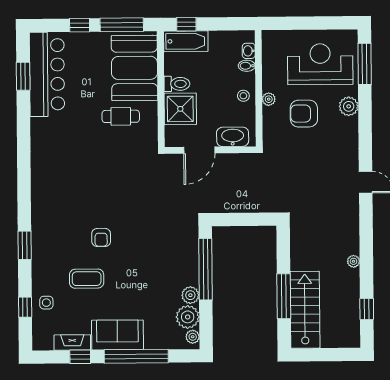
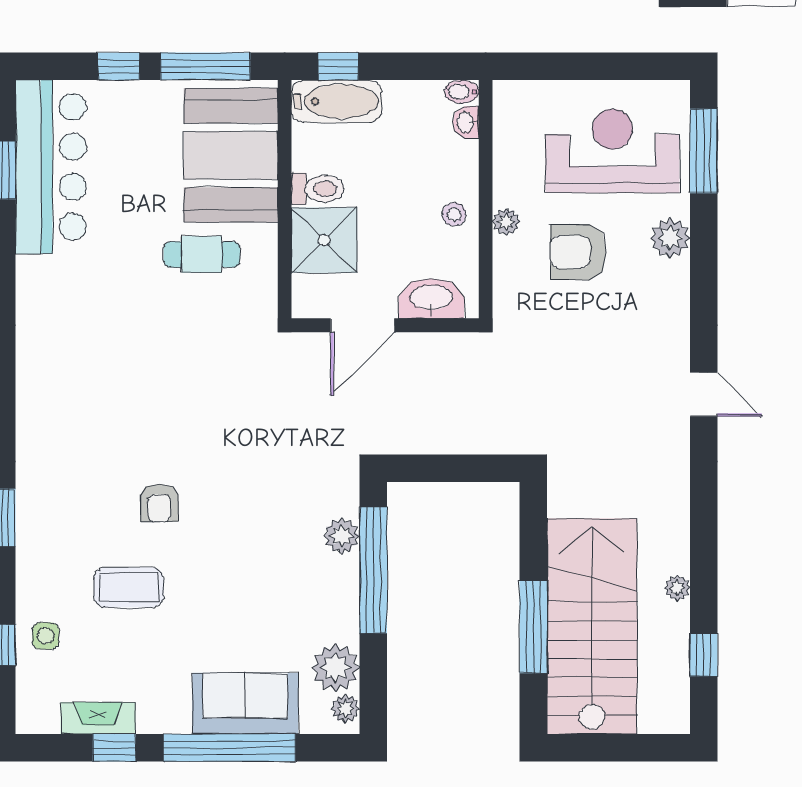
bidet: (247, 66) -> (462, 92), moved
plant: (353, 261) -> (677, 588), moved
plant: (190, 295) -> (342, 536), moved
stairs: (305, 310) -> (592, 626), width x1.36, depth x1.51
sofa: (117, 335) -> (245, 704), moved

